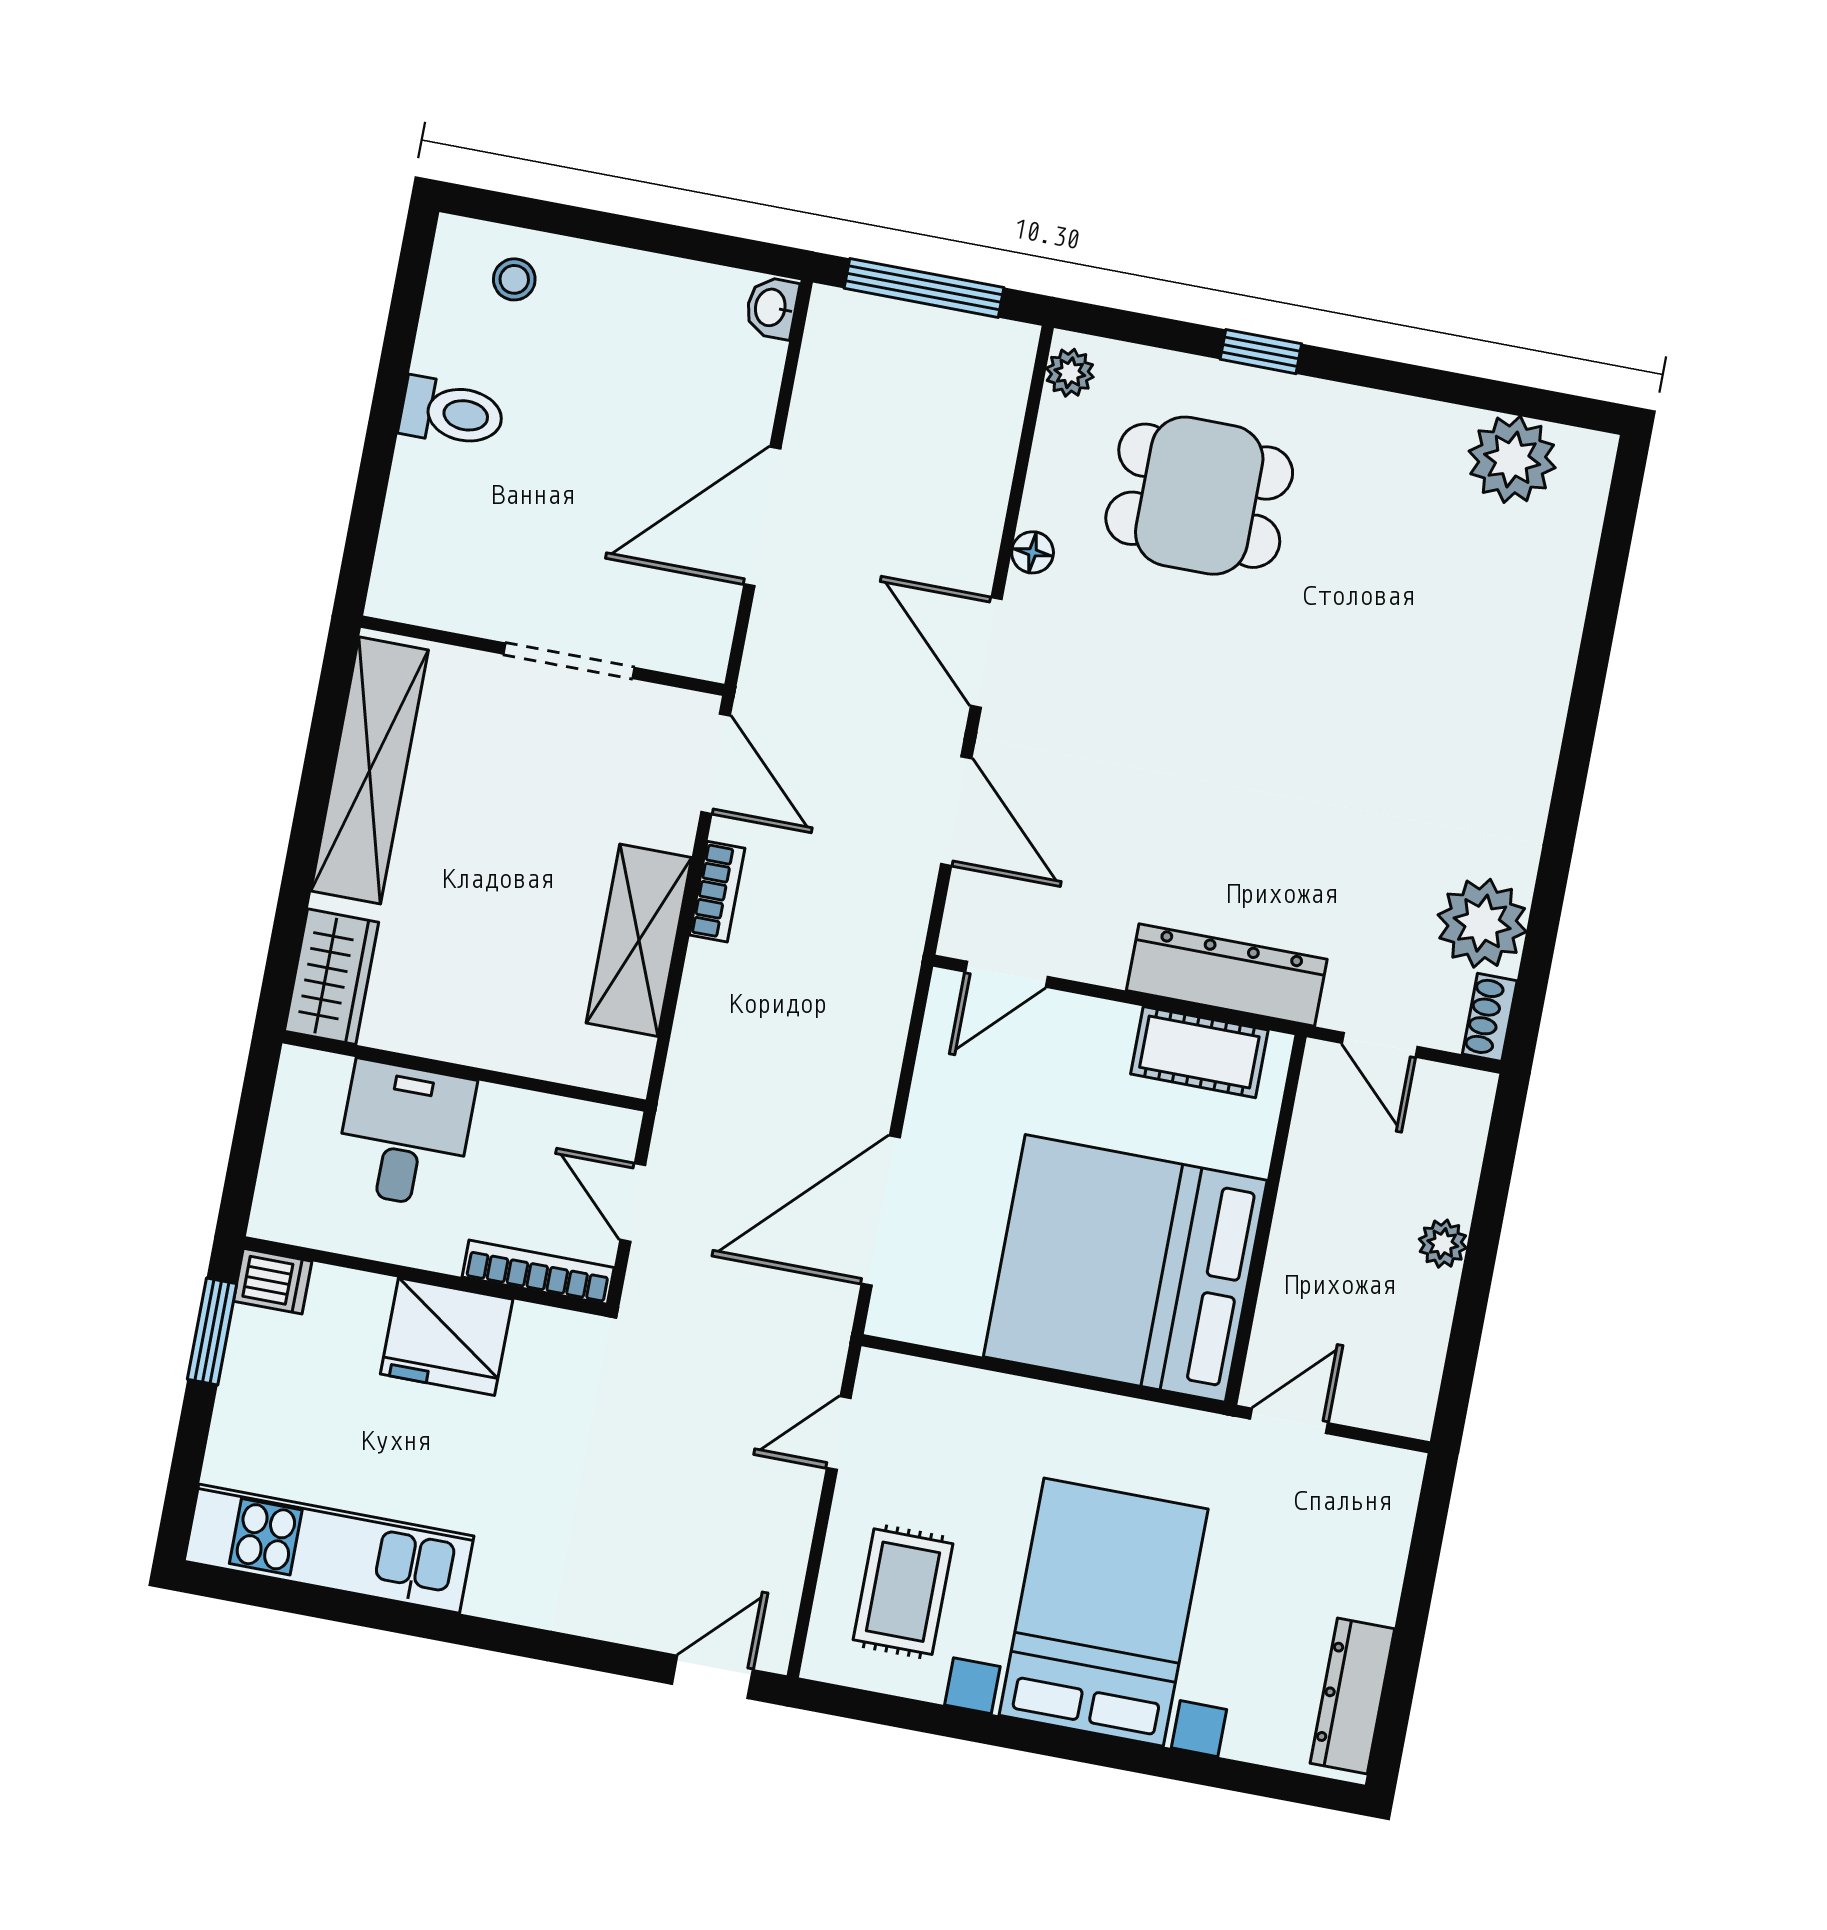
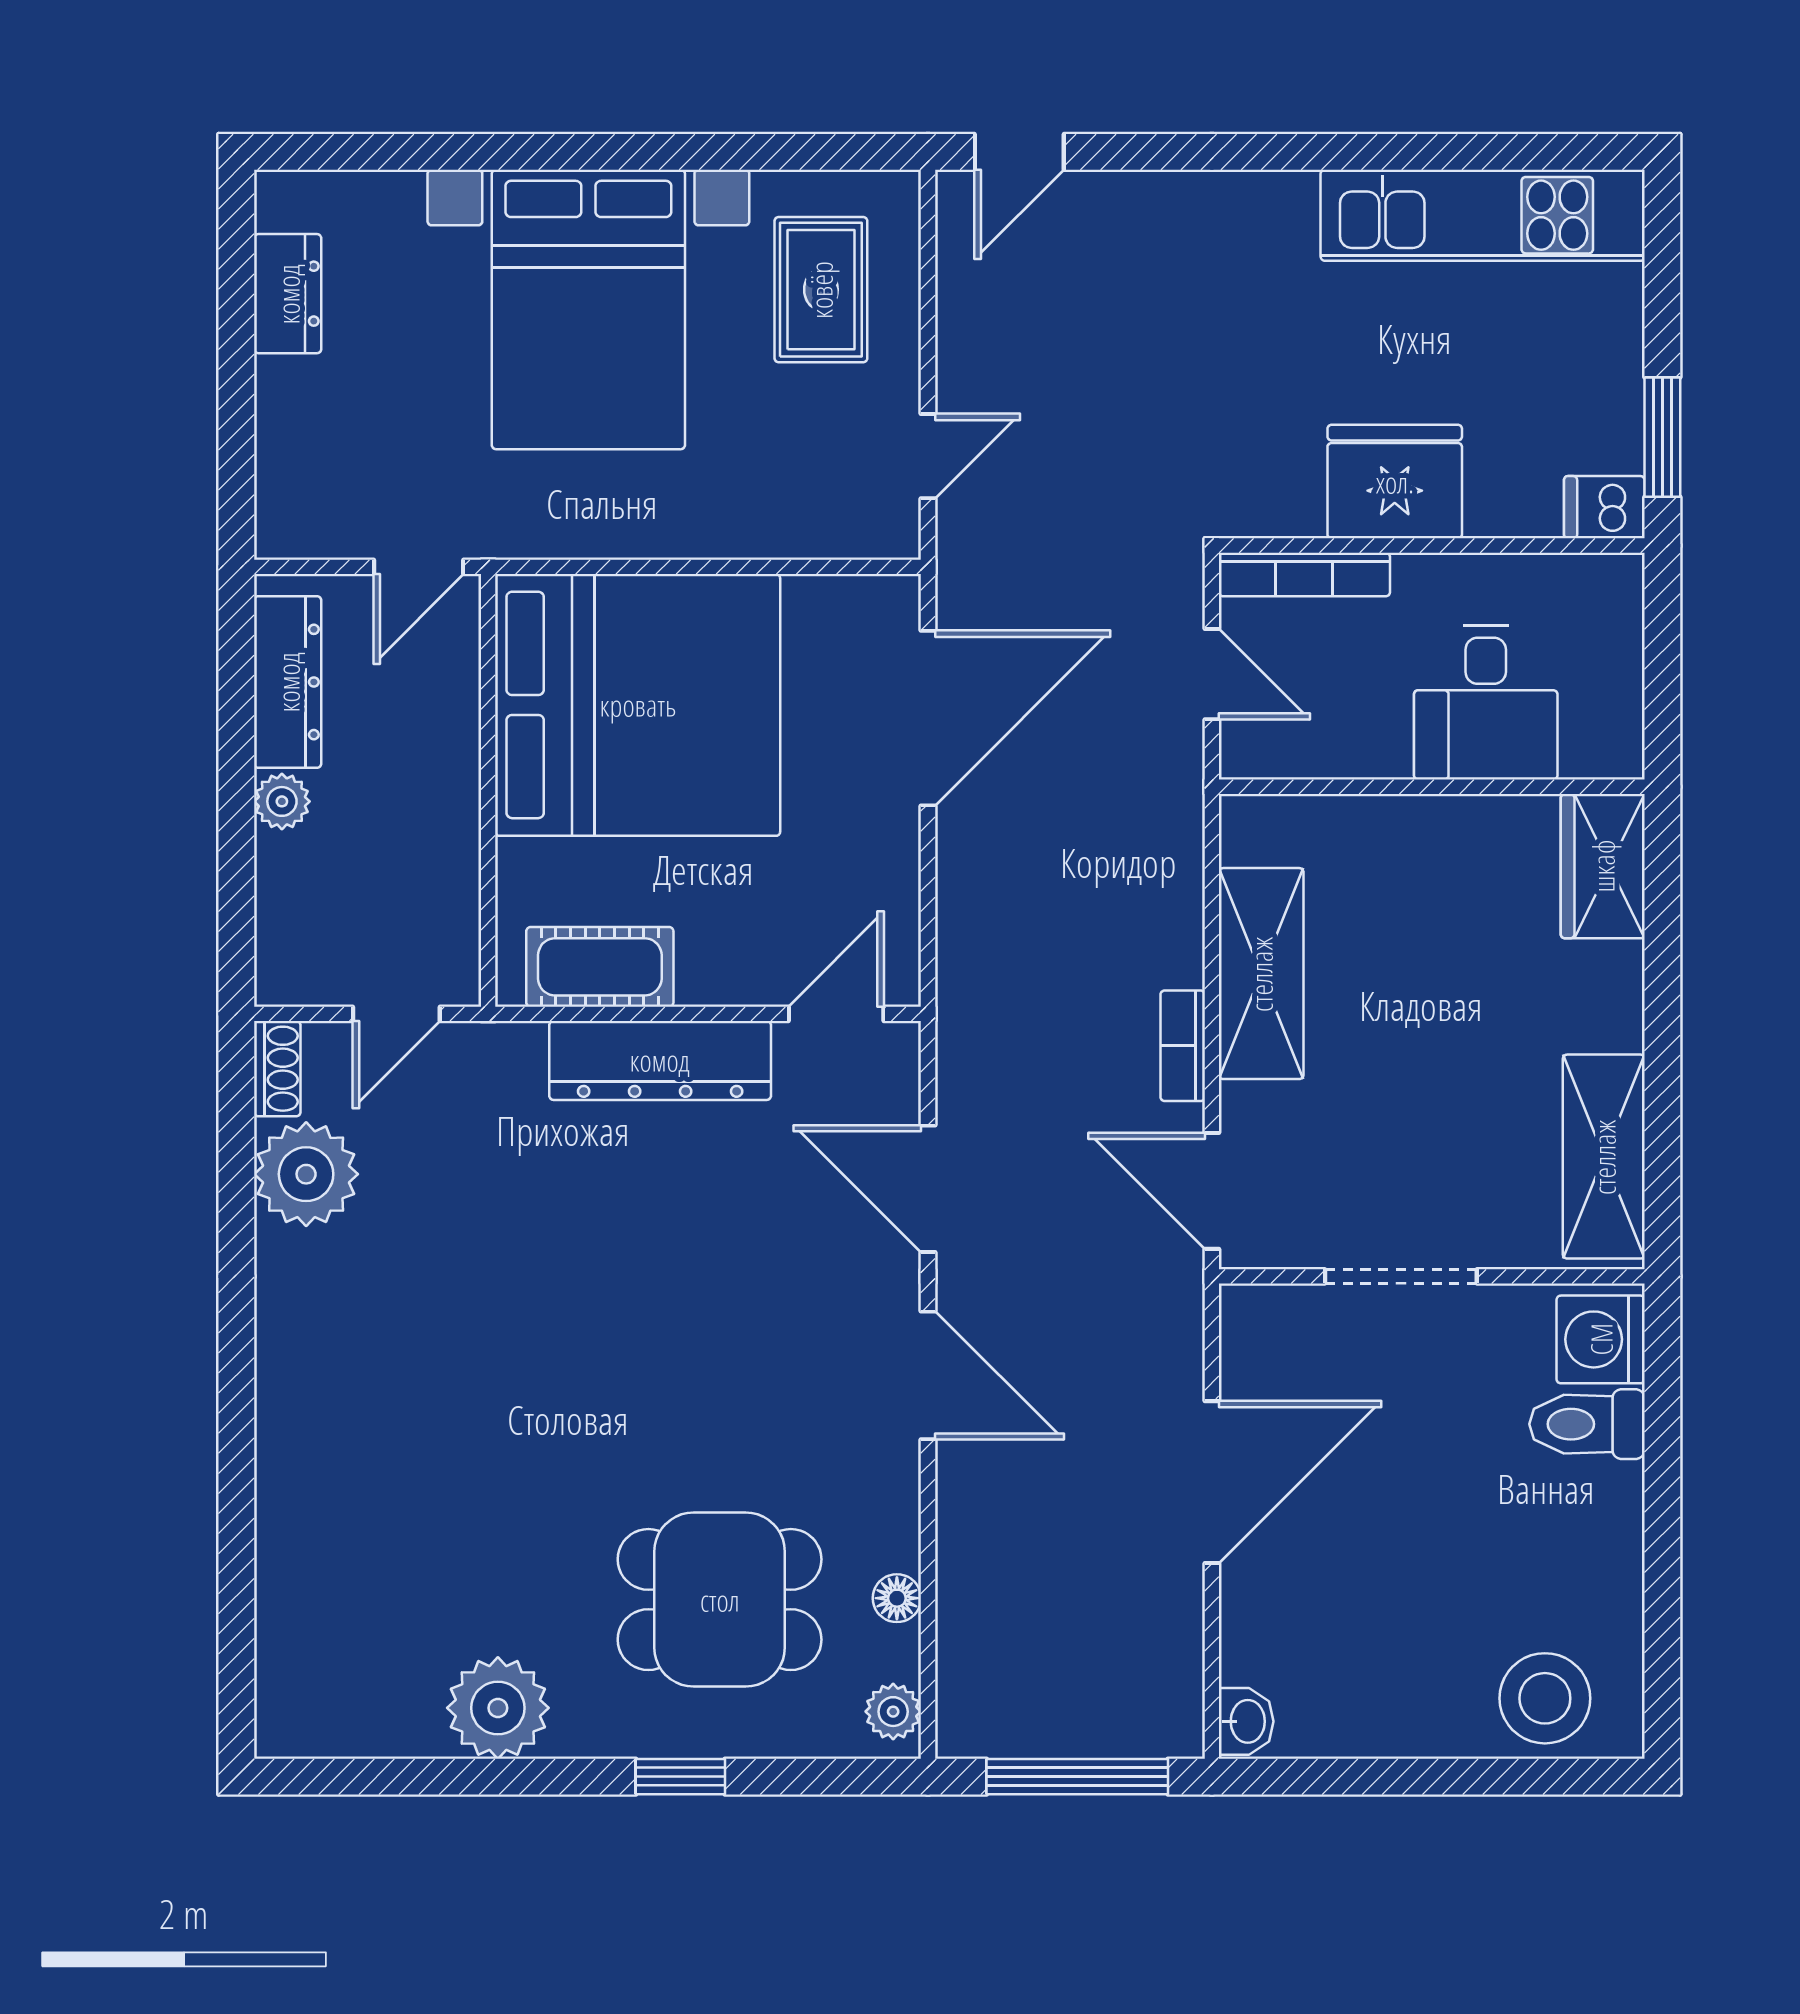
stool: (514, 279) -> (1545, 1698), width x1.89, depth x1.89
toilet: (452, 413) -> (1587, 1424), moved
plant: (1512, 459) -> (498, 1708), moved
floor lamp: (1033, 552) -> (897, 1598), moved
washing machine: (409, 575) -> (1601, 1339), added
shelving: (370, 770) -> (1604, 1157), width x0.68
dresser: (1227, 975) -> (660, 1060), moved
door: (1380, 1045) -> (396, 1014), swing flipped
dresser: (1419, 1344) -> (288, 682), added
dresser: (1352, 1696) -> (288, 294), width x0.70

